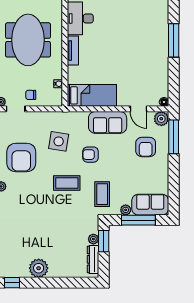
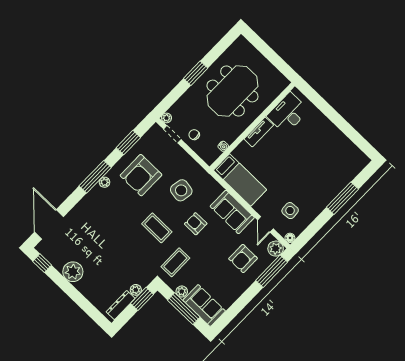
side table: (146, 83) -> (290, 211), added

